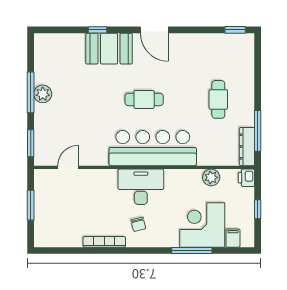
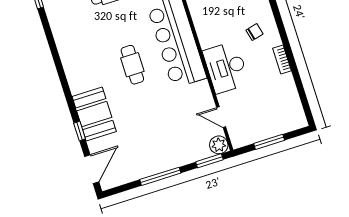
door: (154, 30) -> (92, 169), moved
plant: (43, 94) -> (219, 145), moved
desk: (141, 187) -> (226, 67), moved
bookcase: (104, 242) -> (282, 60), width x0.64

